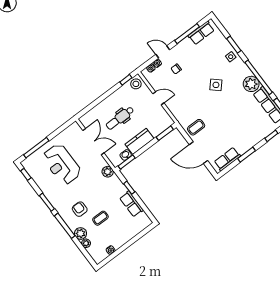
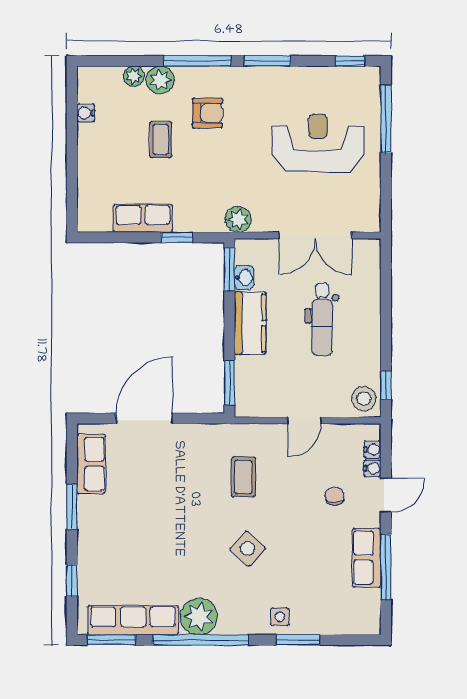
row of seats: (201, 33) -> (367, 558), moved
dental chair: (120, 118) -> (322, 320), turned 180
coffee table: (196, 127) -> (243, 477), moved

